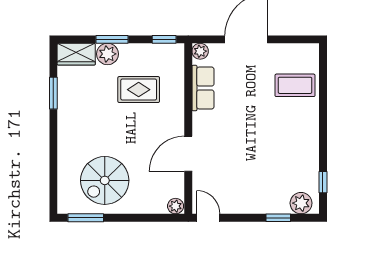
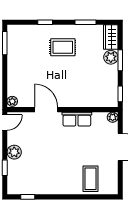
row of seats: (203, 88) -> (77, 119), moved
rug: (139, 90) -> (63, 47), moved, turned 90
window: (53, 156) -> (45, 22), added
spiral stairs: (105, 180) -> (29, 55), removed
plant: (301, 203) -> (14, 152), moved

